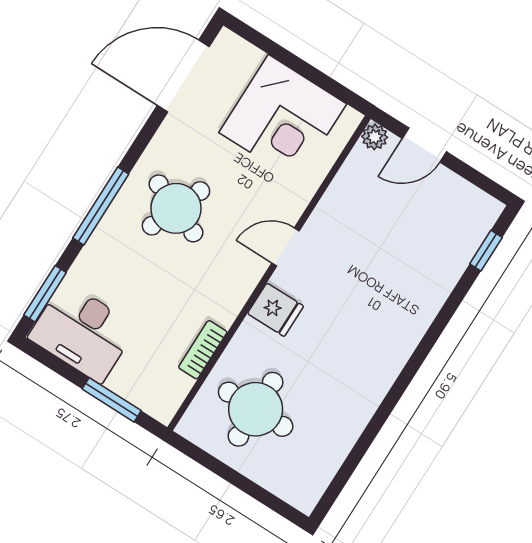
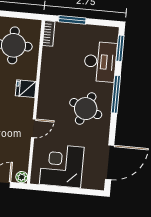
door: (285, 247) -> (33, 128), moved
desk: (83, 332) -> (100, 62), moved, turned 90
bookcase: (203, 350) -> (49, 33), moved

